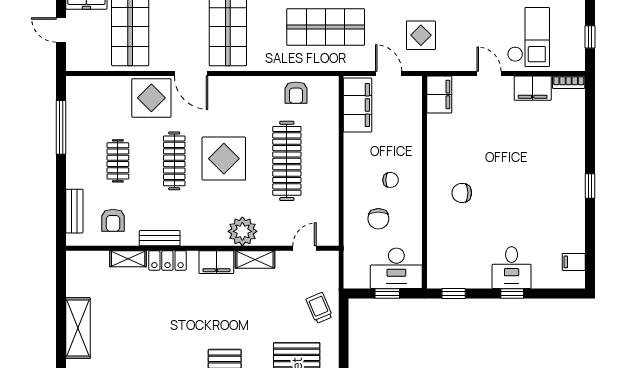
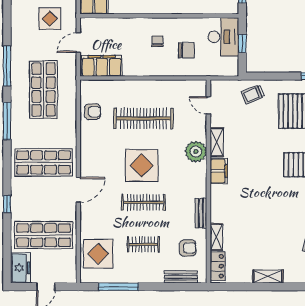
display table: (151, 98) -> (98, 254), moved
locker: (167, 260) -> (218, 266), moved
shelving: (78, 328) -> (268, 276), width x0.67, depth x0.75

